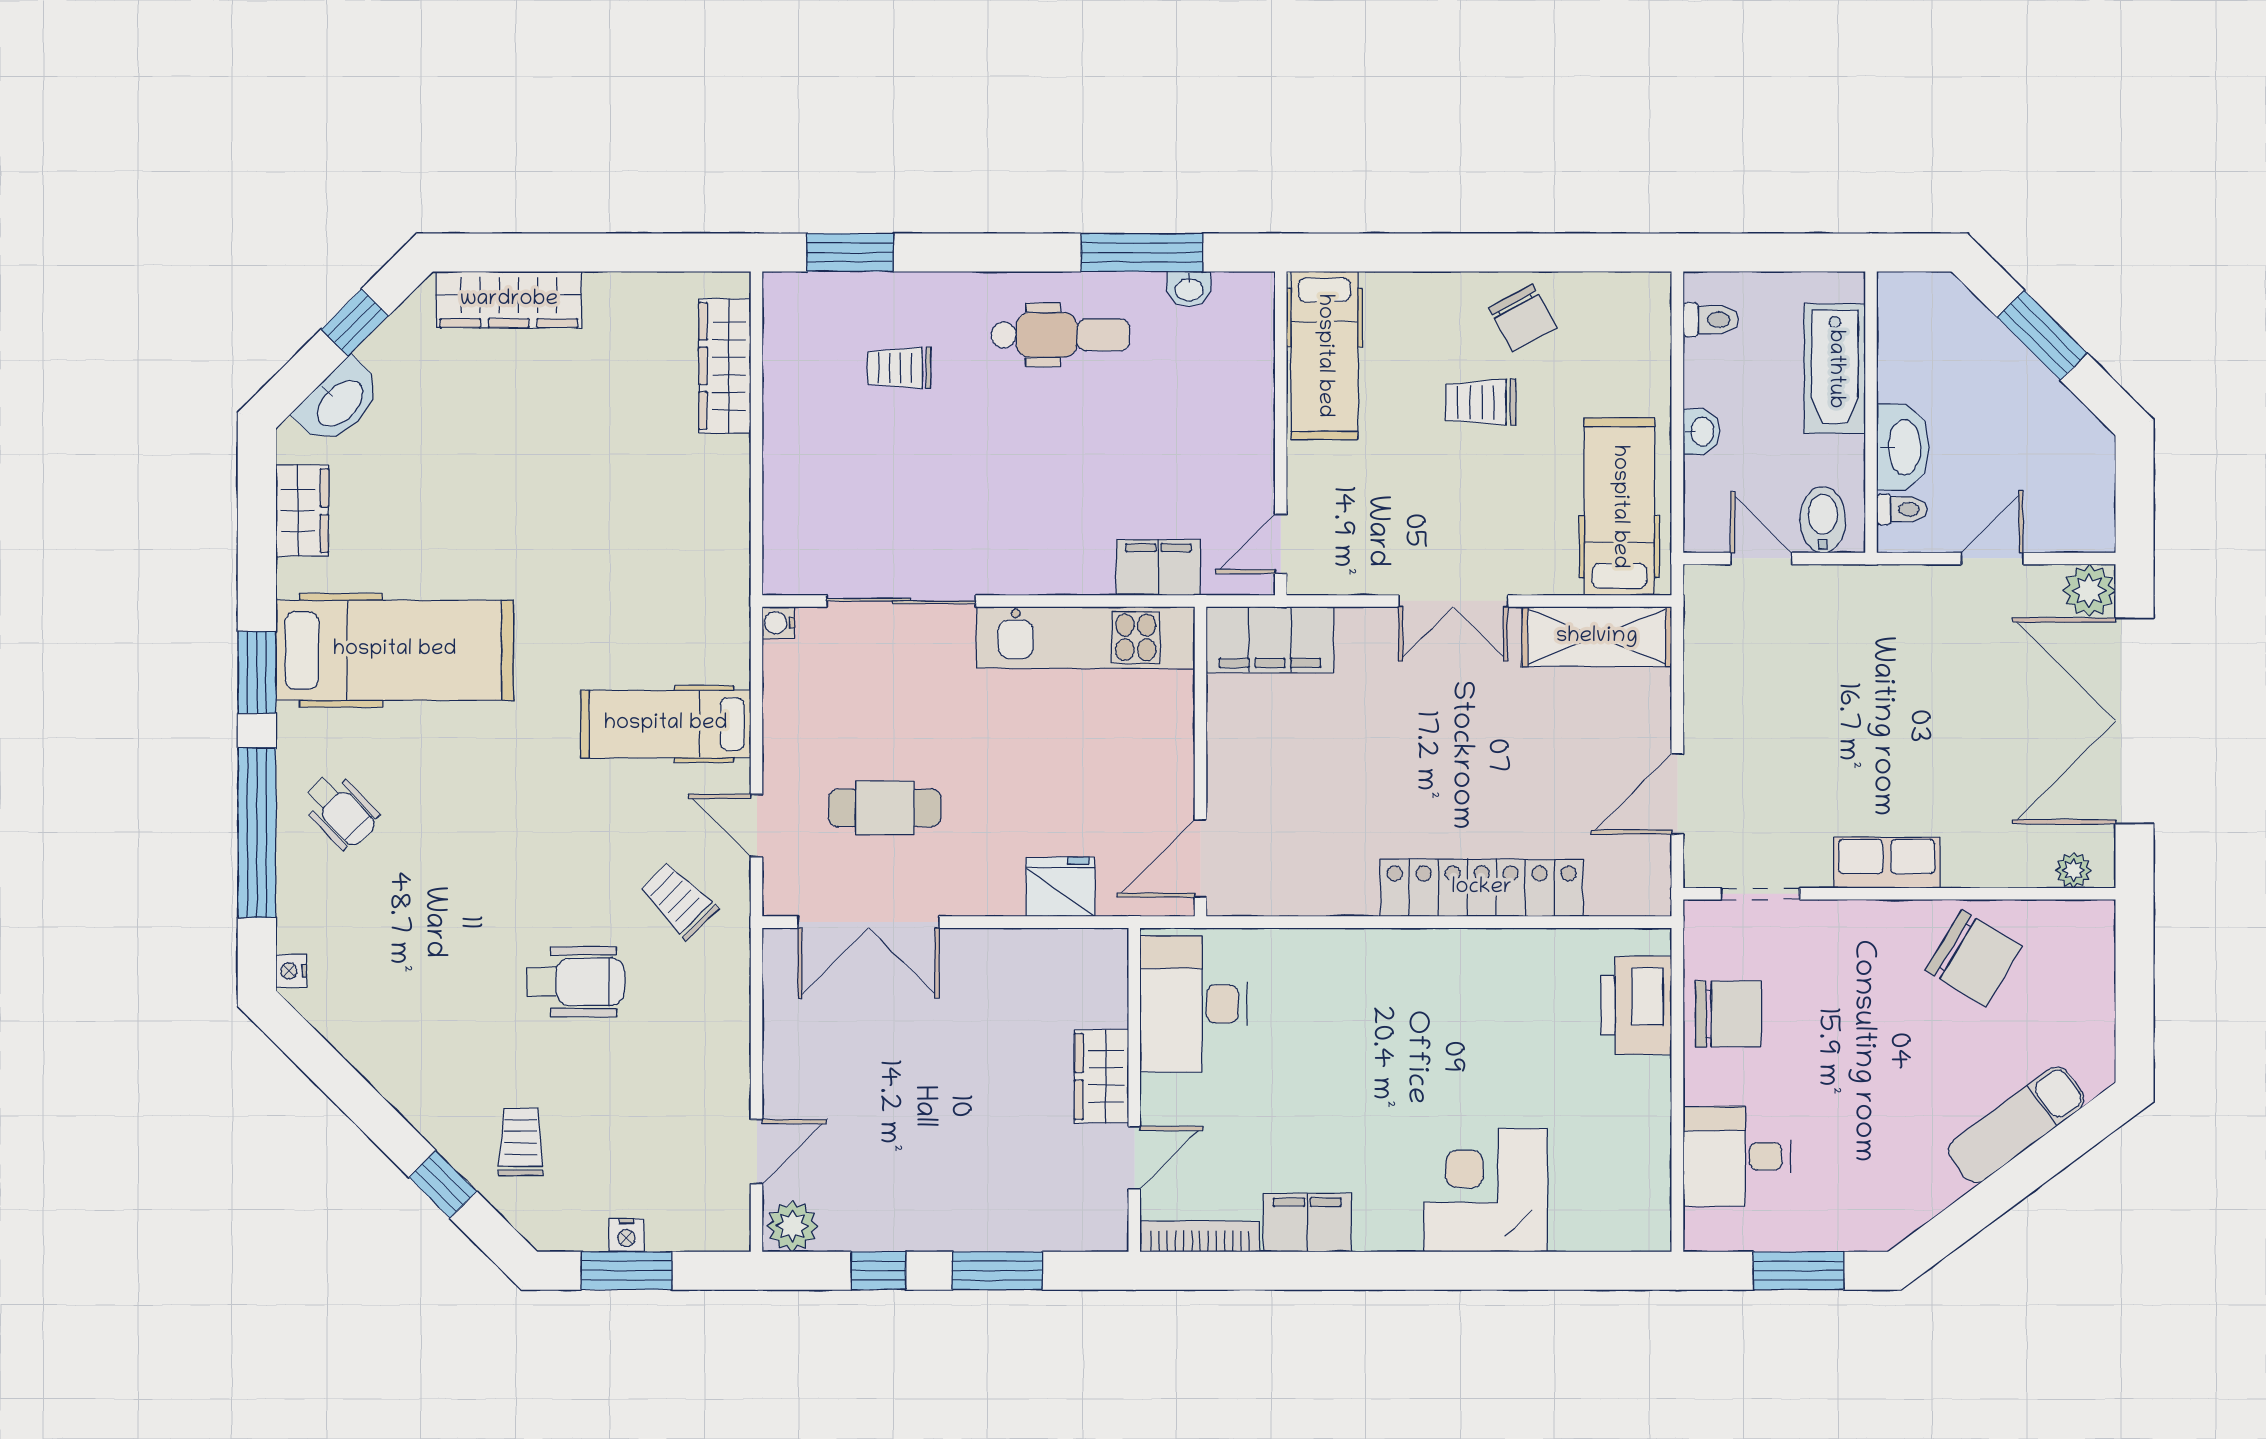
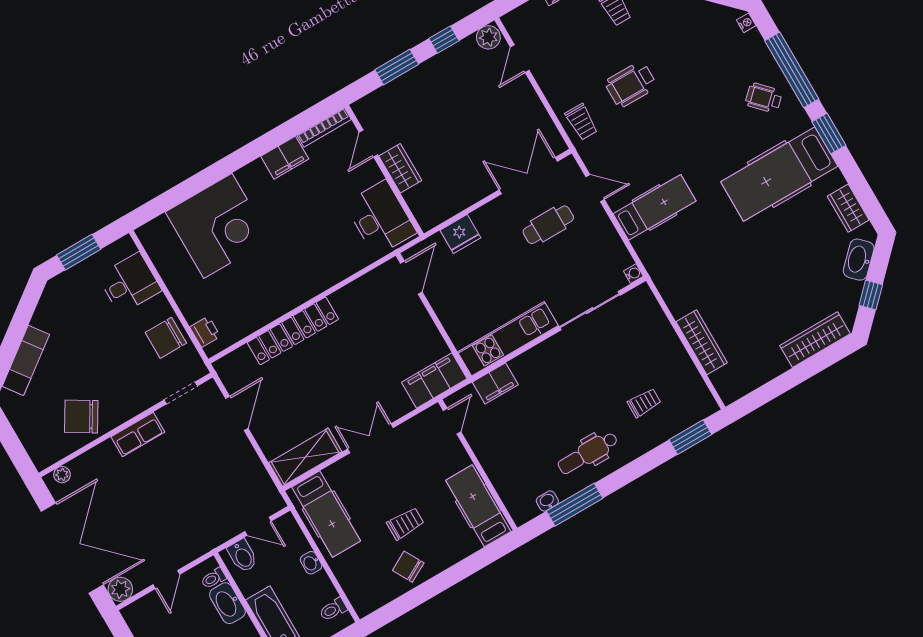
wardrobe: (725, 366) -> (702, 342), moved
trolley: (678, 900) -> (581, 122), moved, turned 45
printer: (1636, 1005) -> (205, 332), width x0.53, depth x0.68
corner desk: (1485, 1190) -> (218, 226), width x1.36, depth x1.36

